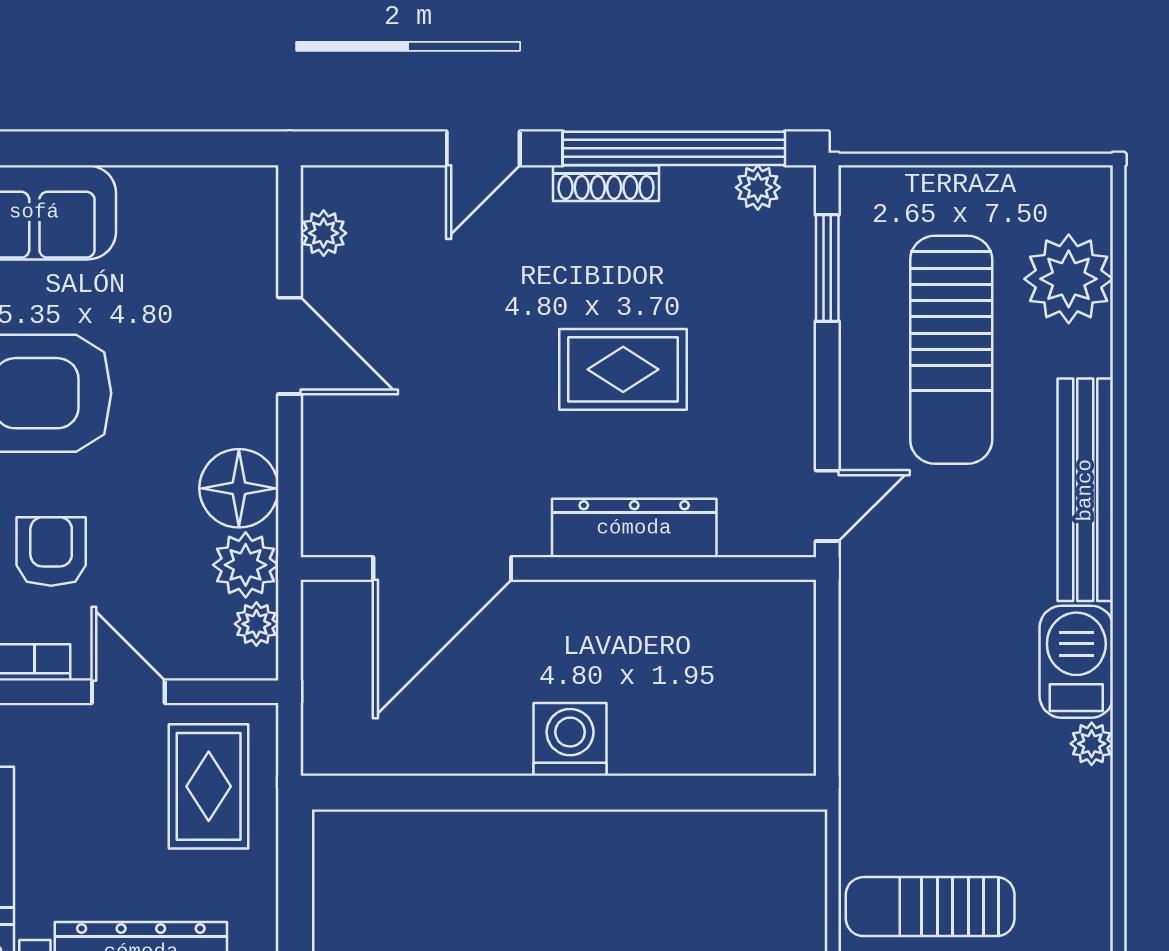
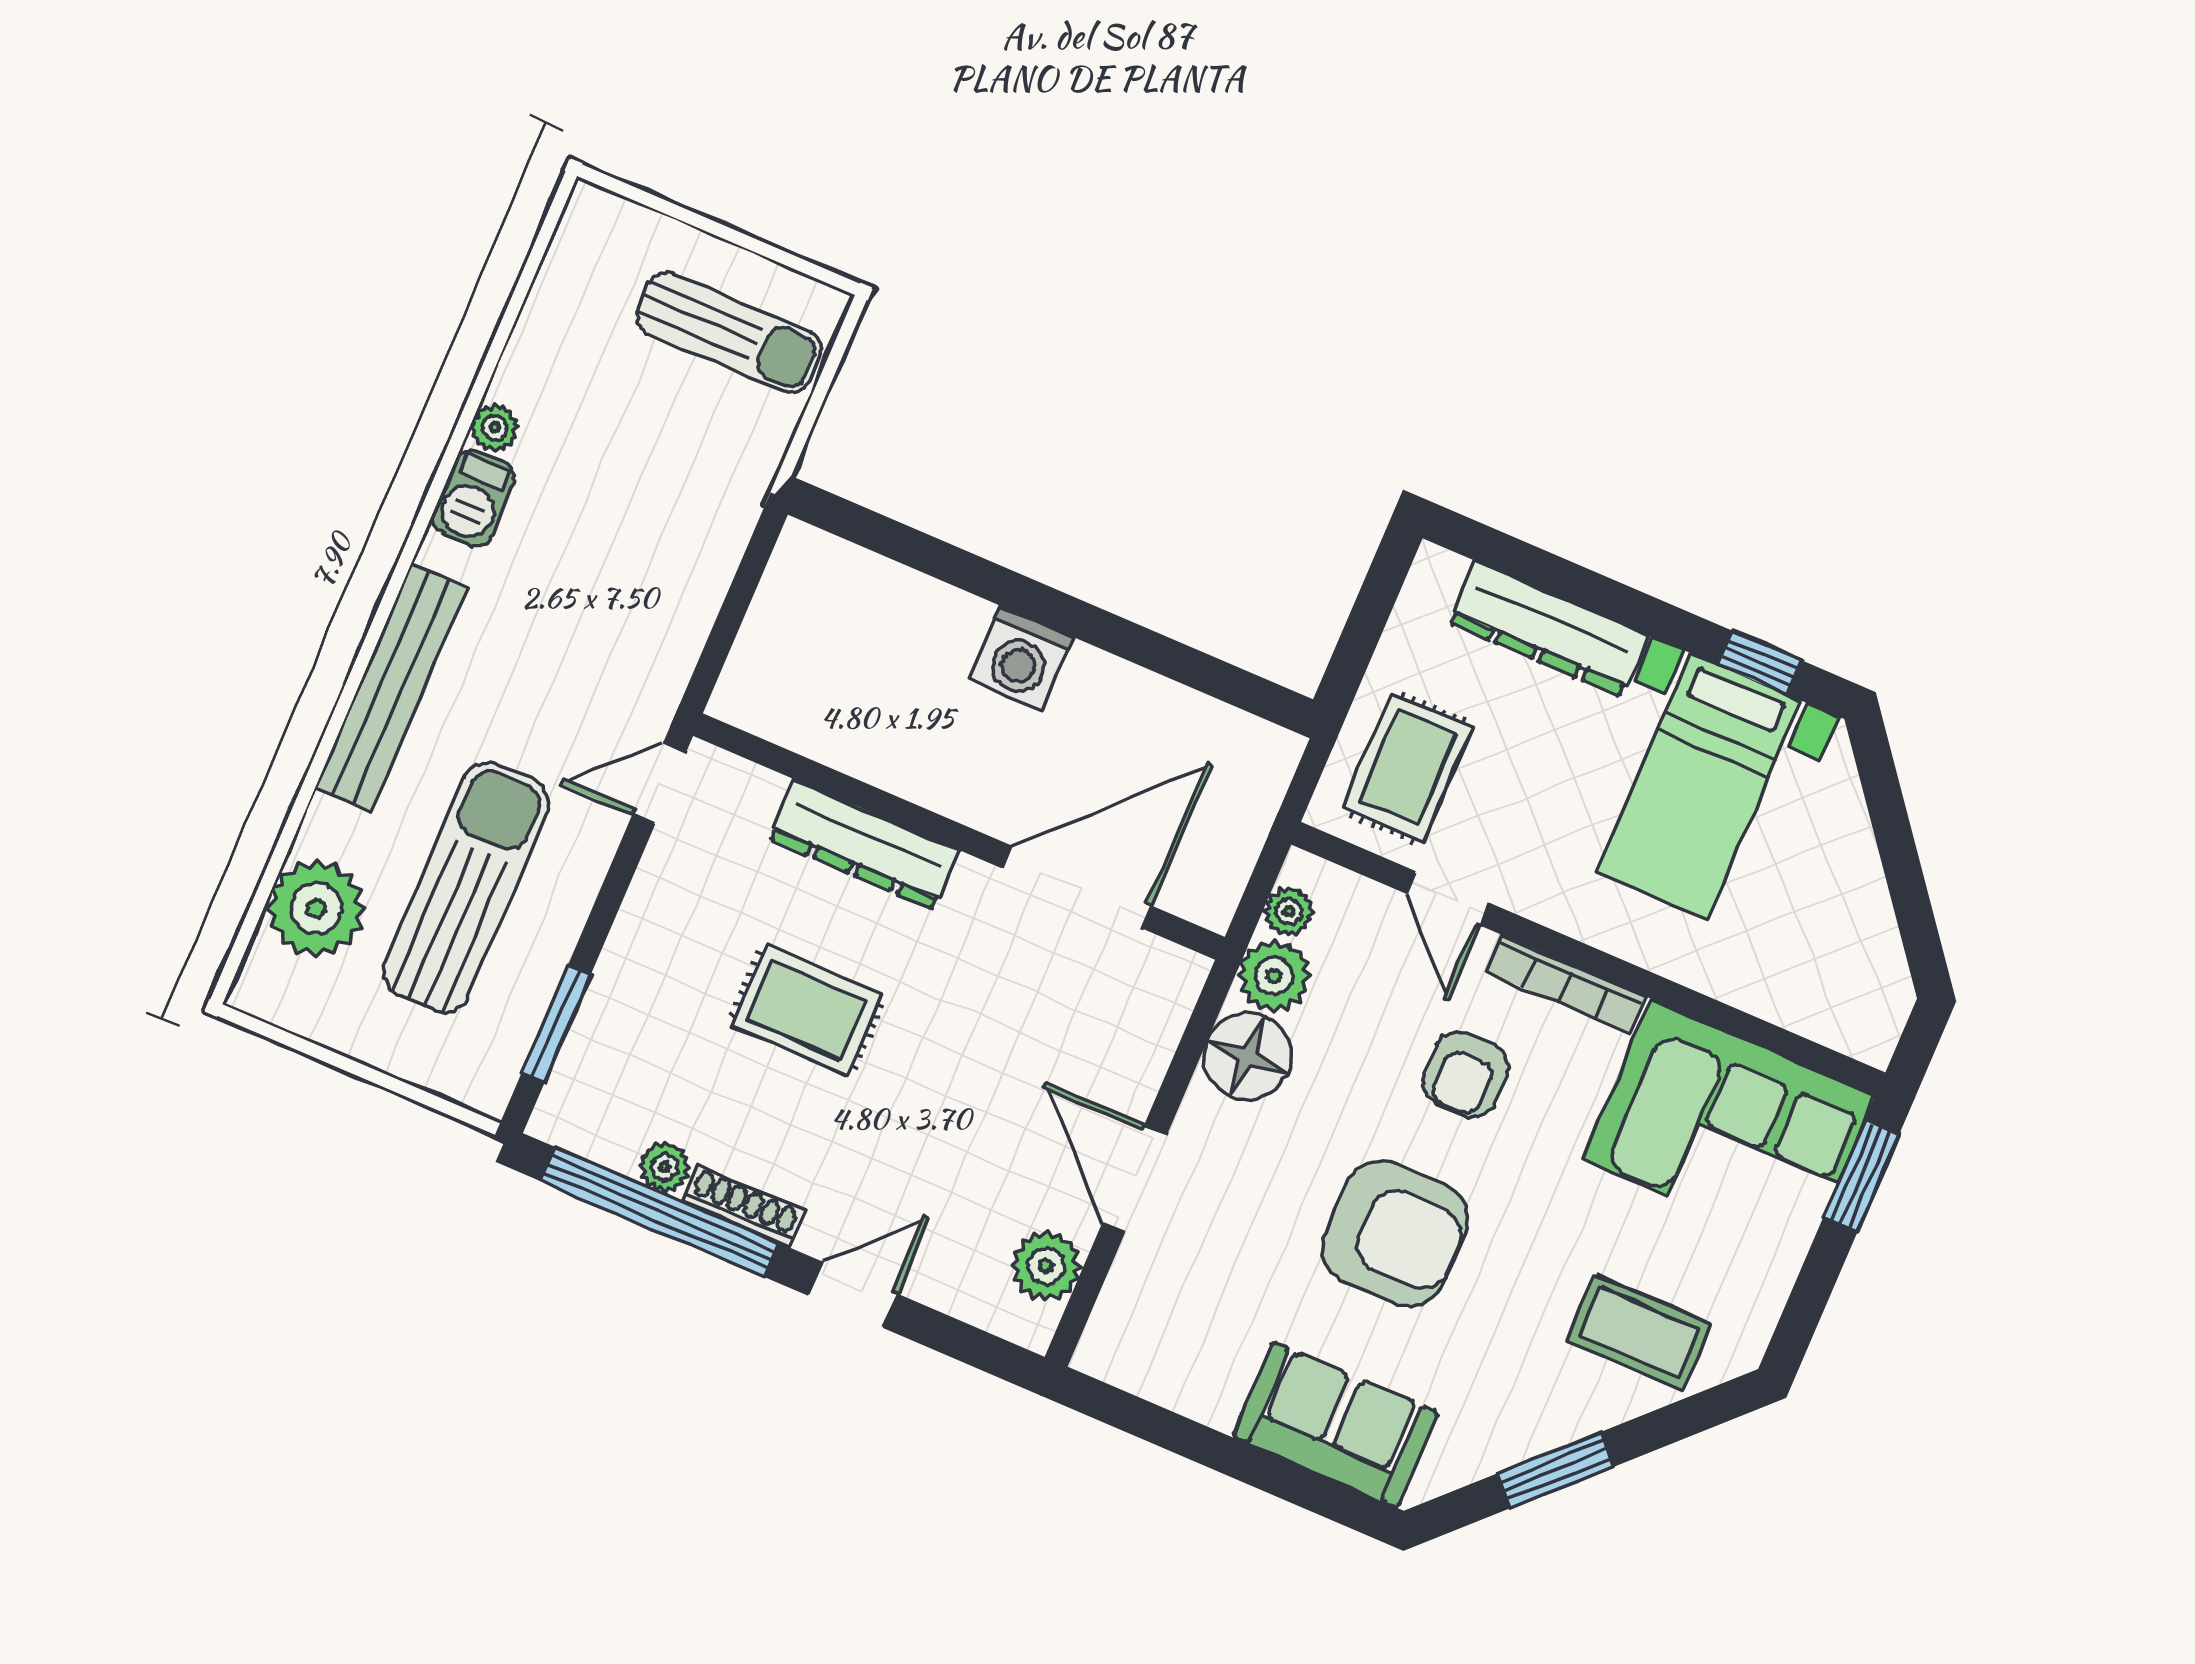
plant: (758, 187) -> (665, 1167), moved
plant: (324, 233) -> (1046, 1266), width x1.38, depth x1.38
barbecue: (1076, 662) -> (474, 498), width x0.73, depth x0.79

